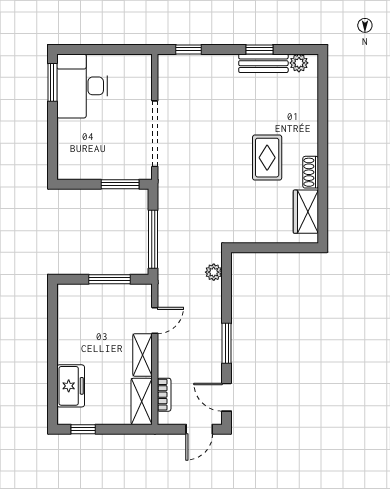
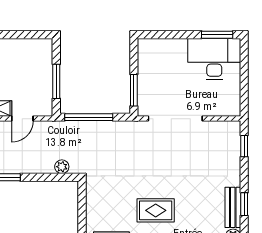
door: (155, 320) -> (22, 119), hinge flipped

